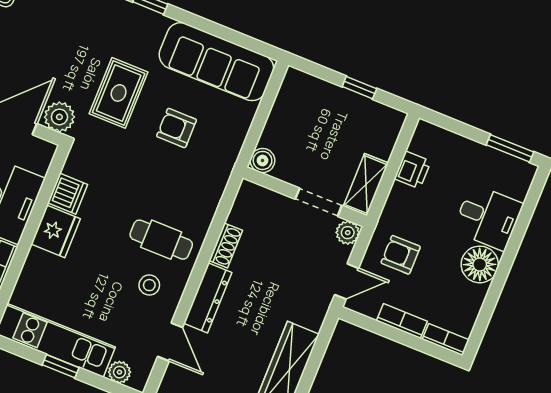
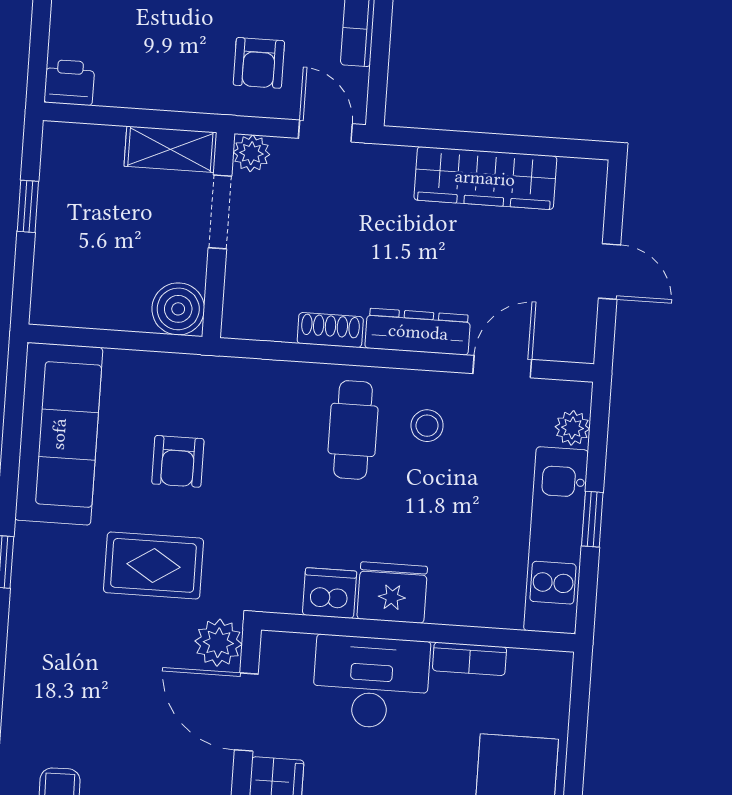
boiler: (263, 160) -> (178, 309), width x1.36, depth x1.36
printer: (413, 170) -> (69, 82), moved

